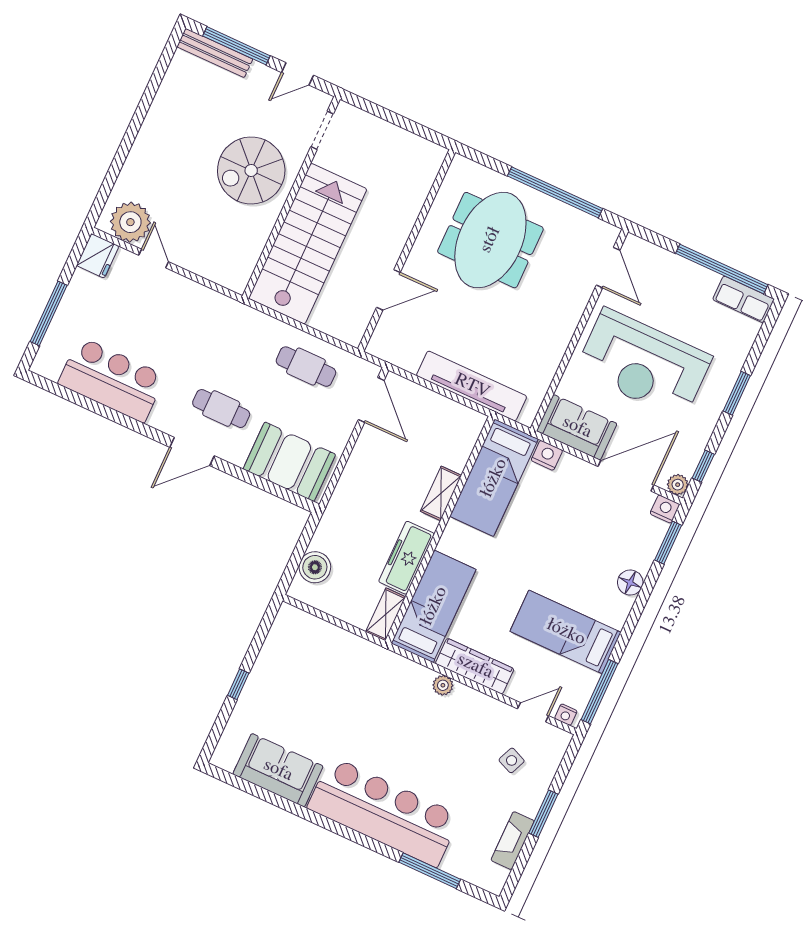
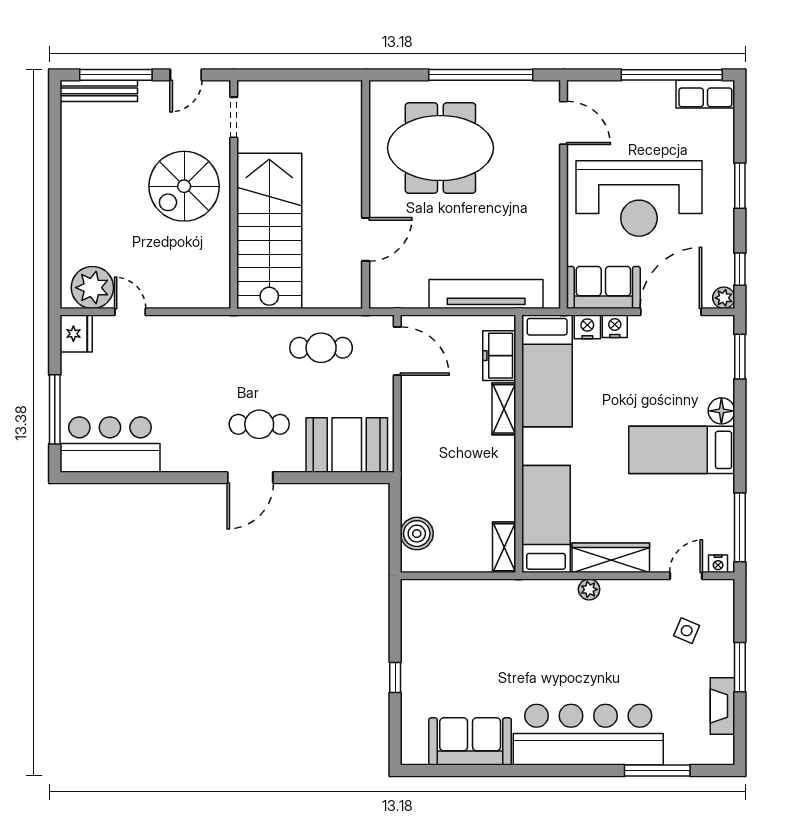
meeting table: (490, 240) -> (440, 148), turned 90
bar counter: (112, 380) -> (110, 445), moved
nightstand: (665, 509) -> (615, 326), moved
freezer: (407, 558) -> (499, 356), moved, width x0.71
bed: (566, 632) -> (682, 450), moved

